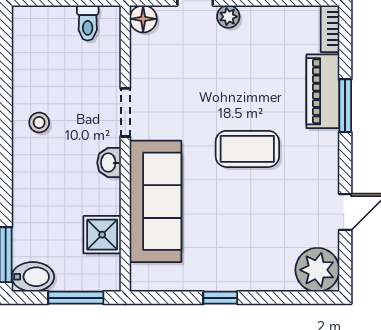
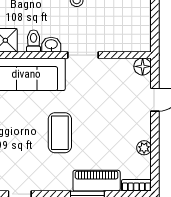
plant: (228, 17) -> (144, 148), moved
toilet: (88, 23) -> (34, 41), moved, turned 90

